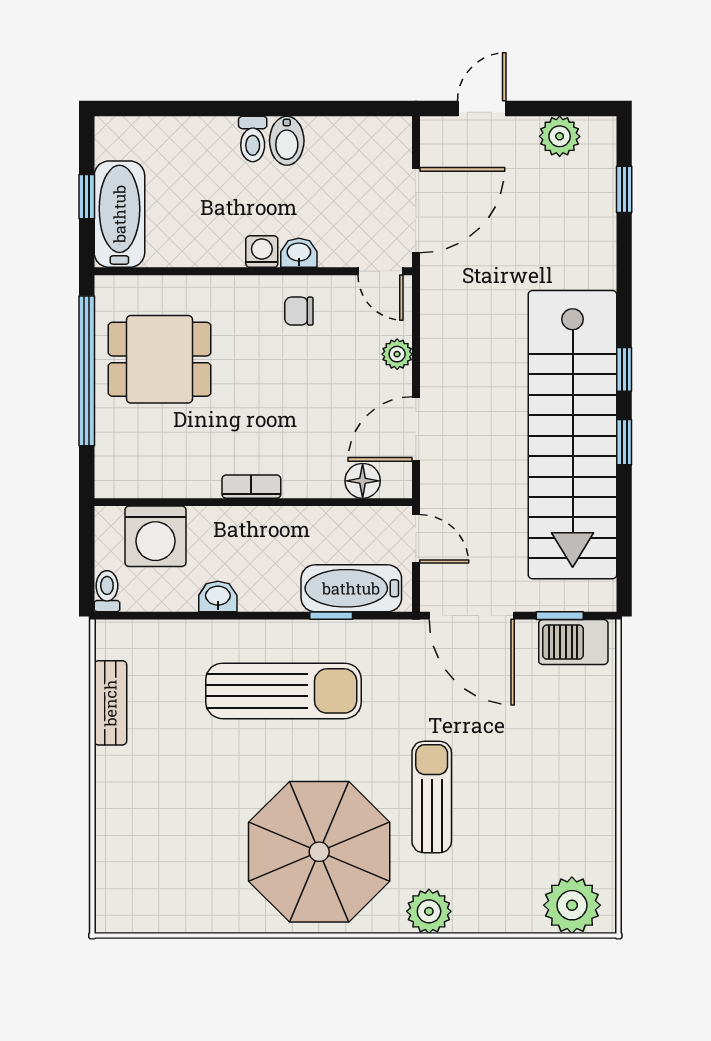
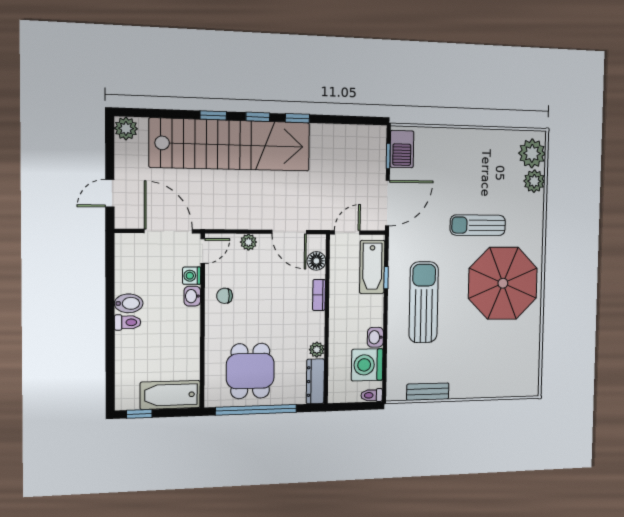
door: (482, 109) -> (110, 193), hinge flipped
plant: (560, 136) -> (126, 128), moved
window: (624, 189) -> (213, 115), moved
window: (87, 197) -> (139, 414), moved
washing machine: (262, 252) -> (192, 276), moved
chair: (299, 311) -> (225, 296), turned 90
stairs: (573, 435) -> (230, 145), moved
dresser: (137, 482) -> (315, 381), added
plant: (197, 484) -> (317, 350), added
bookcase: (251, 487) -> (319, 295), moved
washing machine: (155, 536) -> (367, 365), moved, turned 180
plant: (429, 911) -> (534, 181), moved

